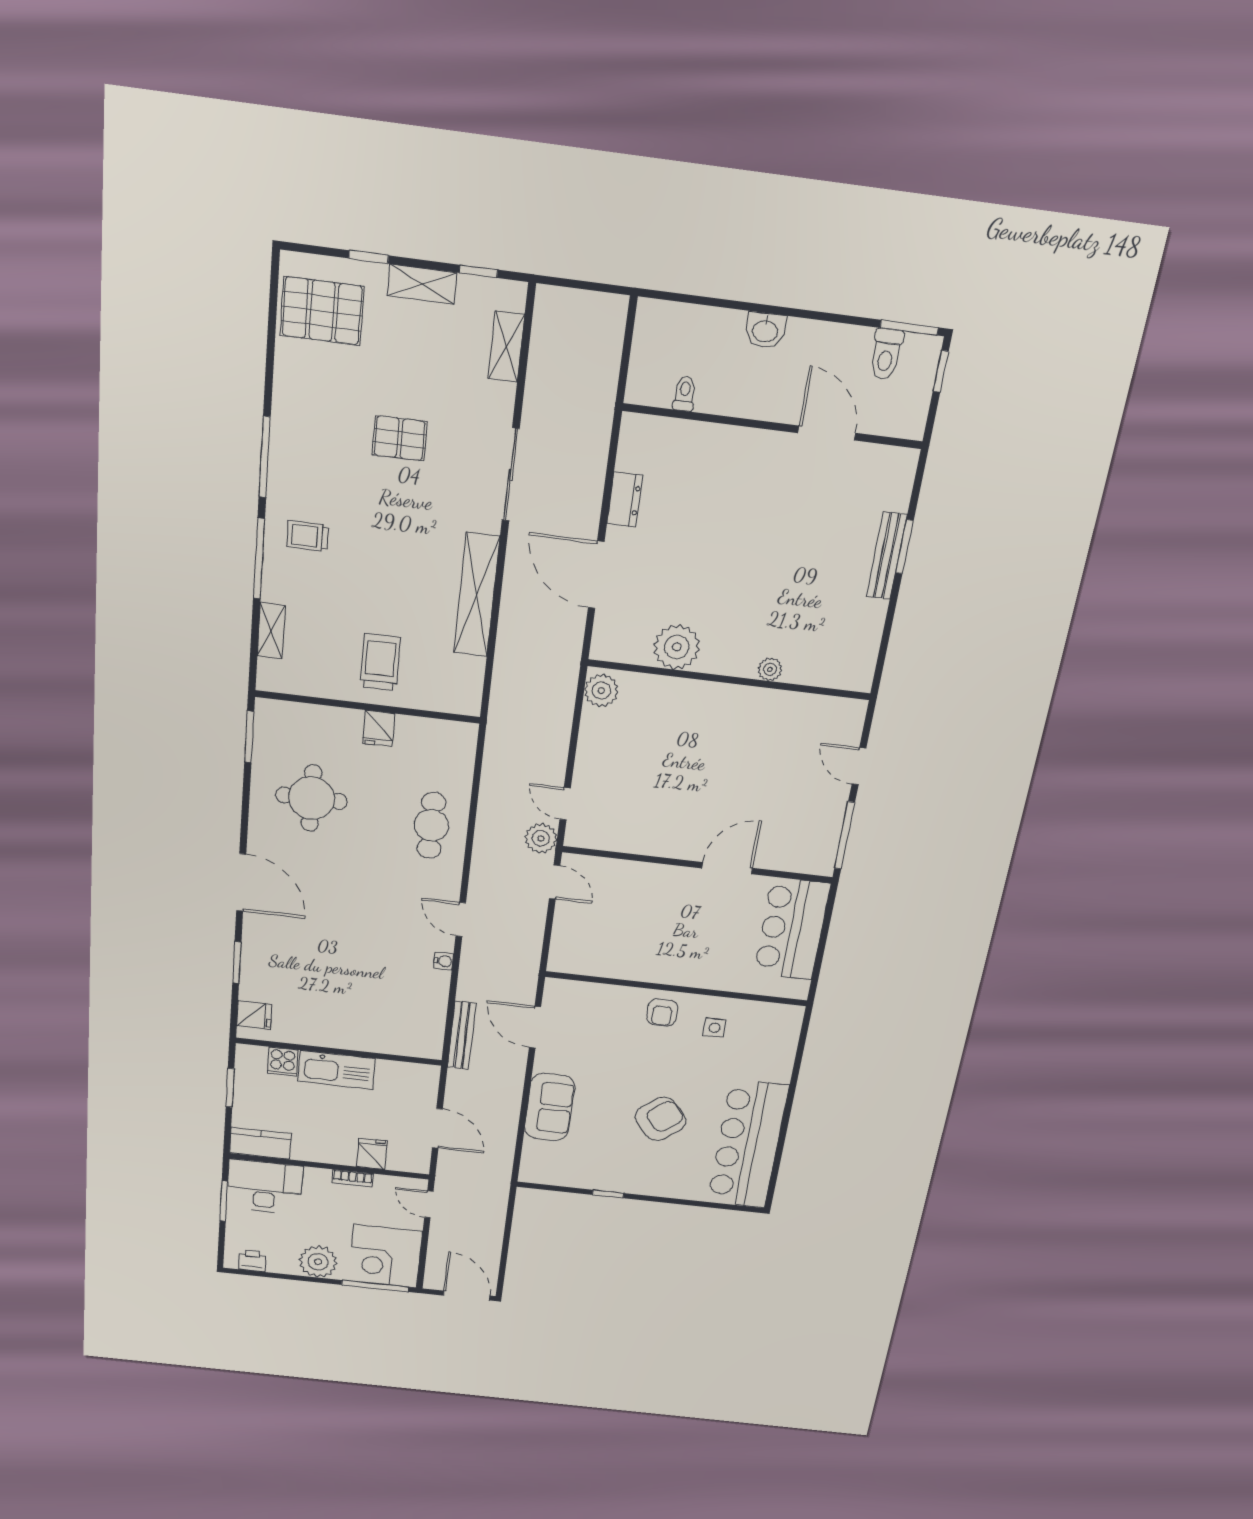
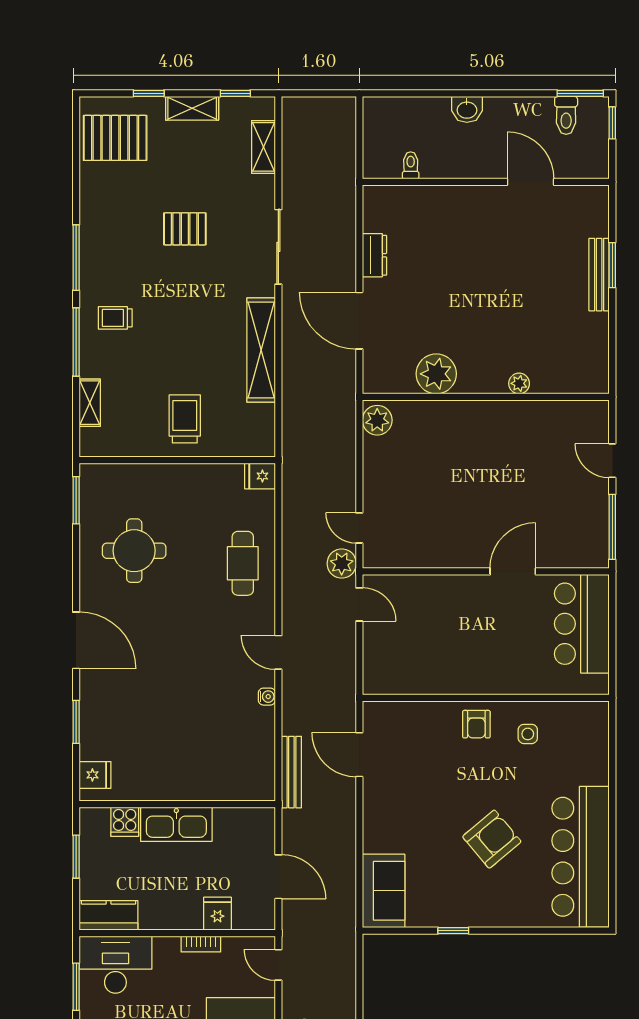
fridge: (379, 729) -> (260, 476), moved, turned 90
sofa: (549, 1107) -> (384, 891), moved

